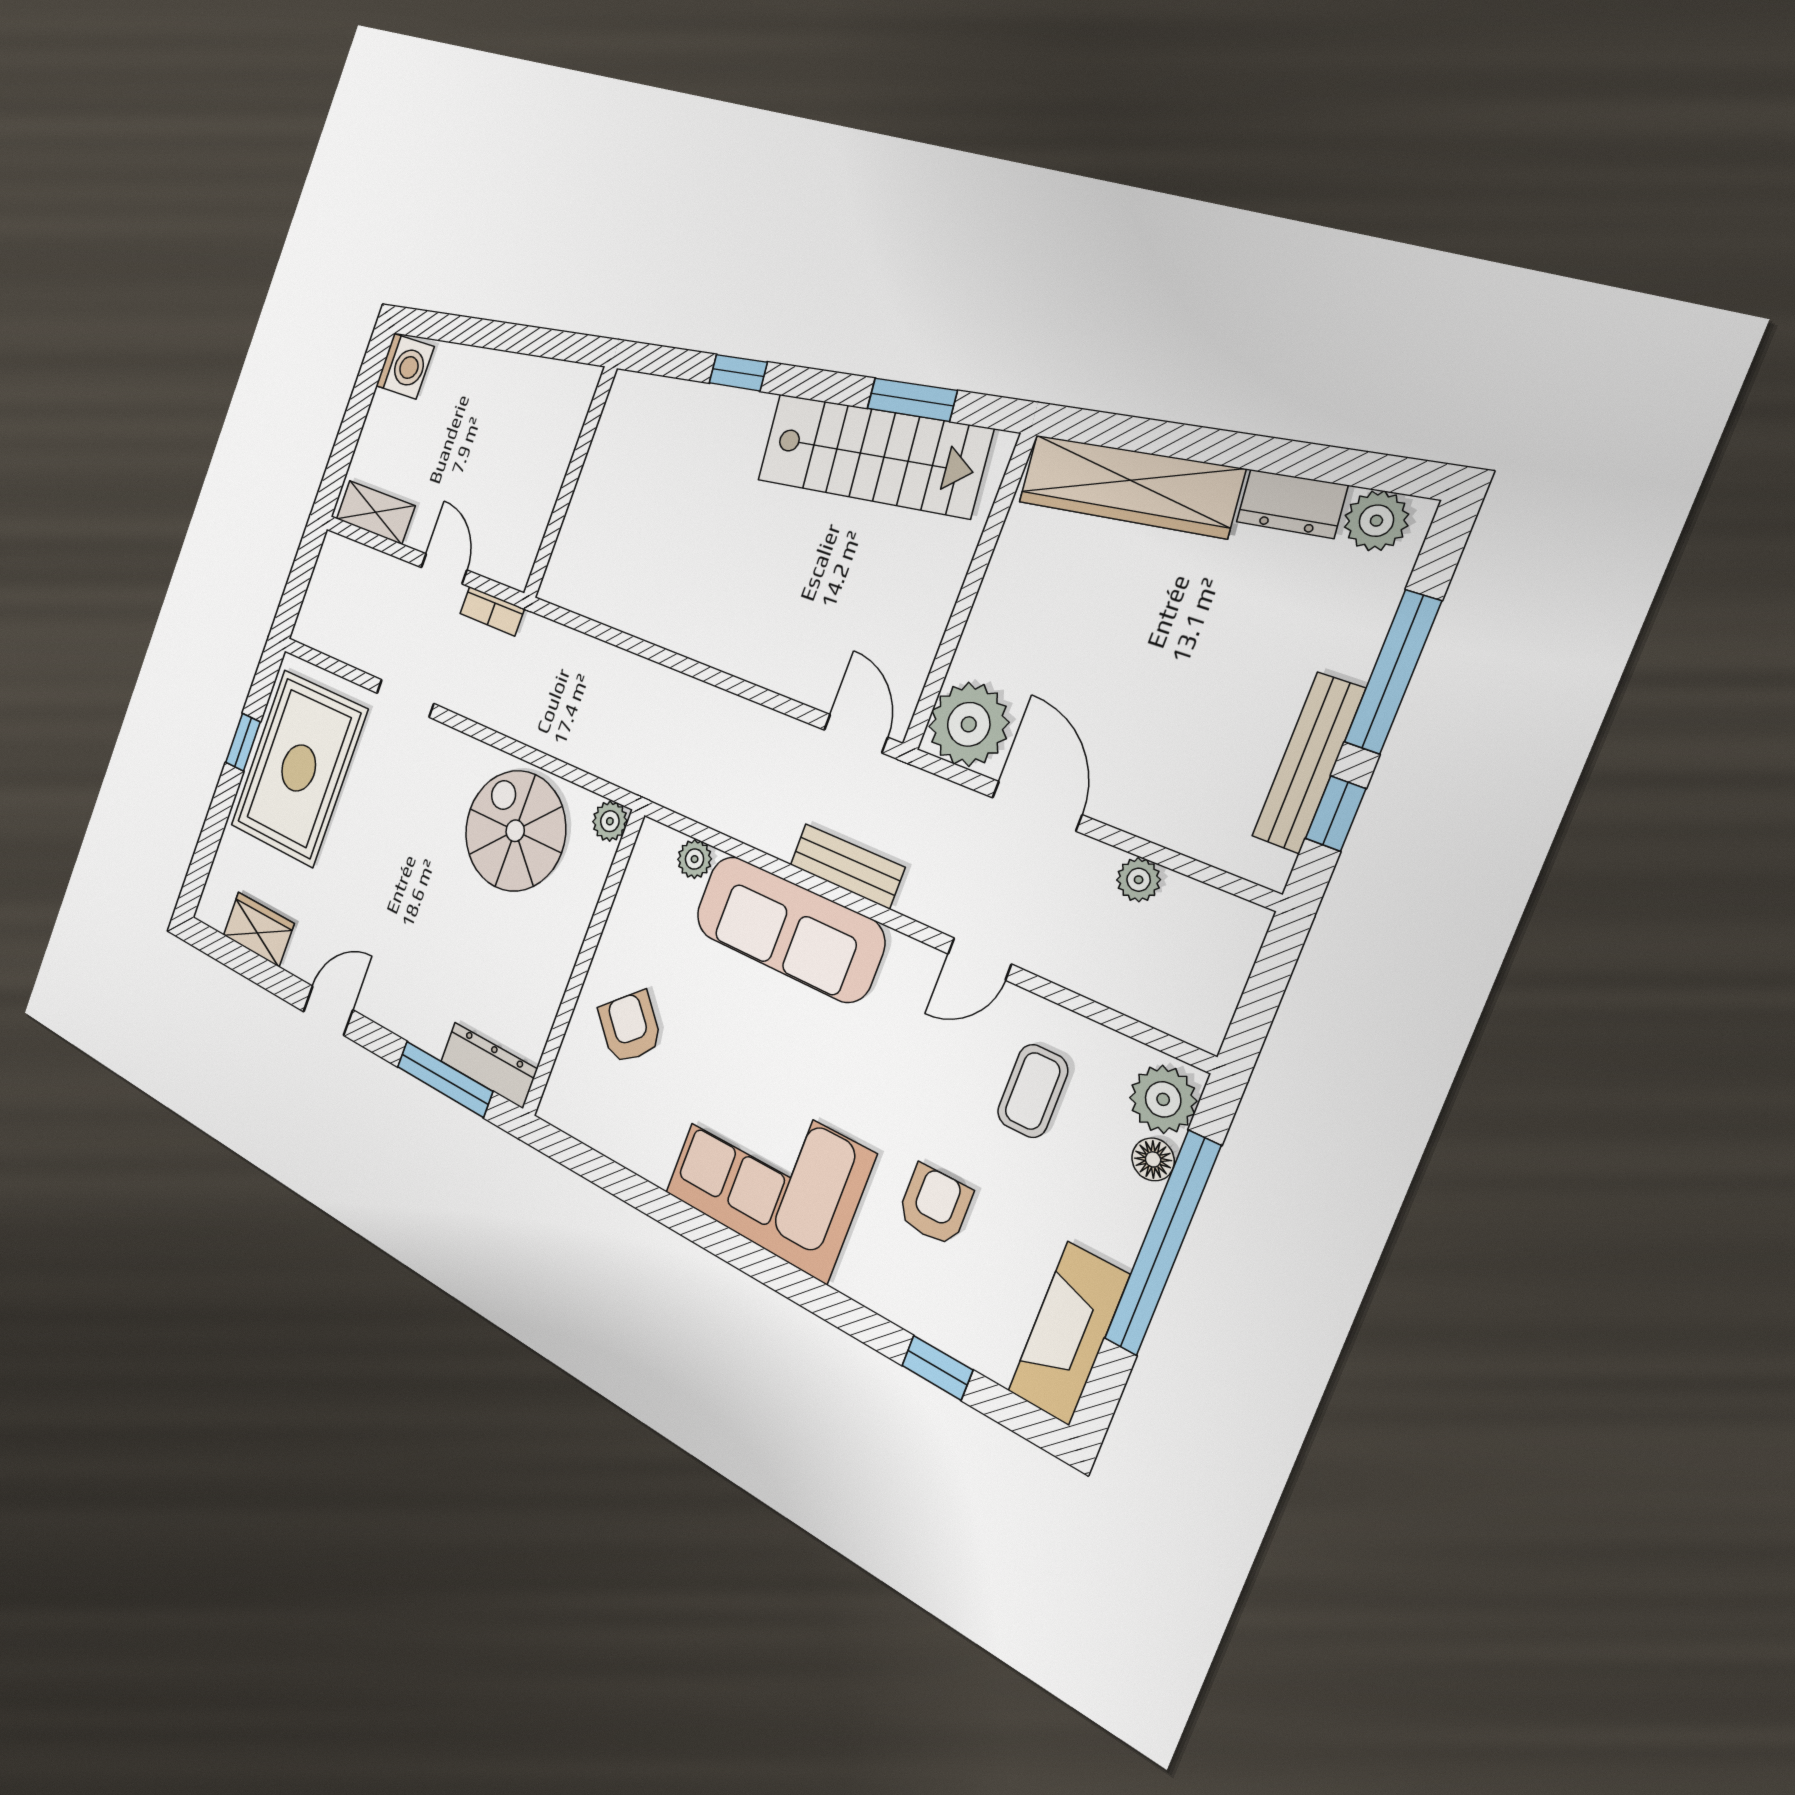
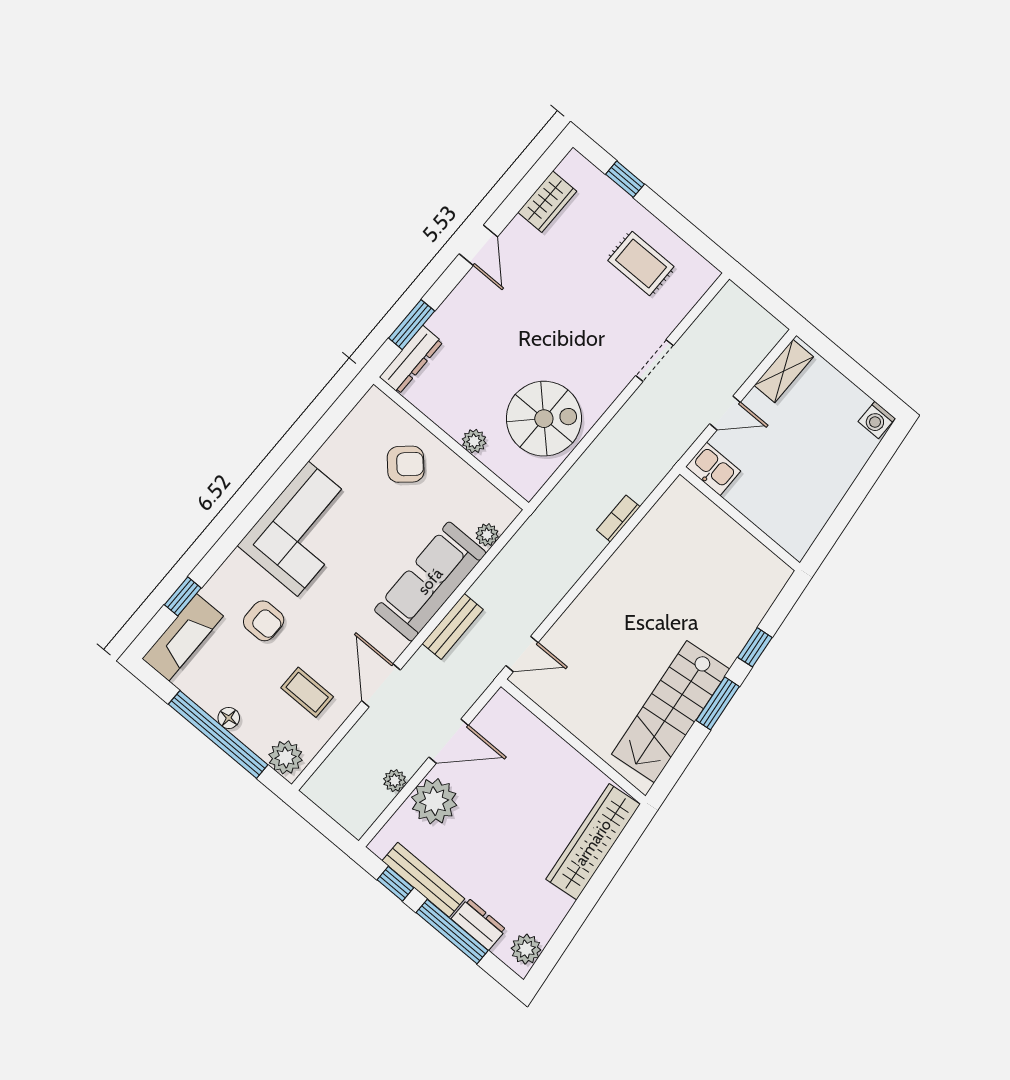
washing machine: (405, 366) -> (877, 420), width x0.73, depth x0.73
window: (912, 400) -> (718, 703), moved
dresser: (1292, 504) -> (479, 924), moved, turned 97
kitchen sink: (517, 552) -> (713, 469), added
bookcase: (492, 611) -> (618, 518), moved
plant: (969, 724) -> (434, 801), moved
window: (243, 742) -> (625, 179), moved
rug: (299, 768) -> (641, 263), width x0.54, depth x0.49
plant: (610, 821) -> (474, 441), moved
door: (979, 959) -> (381, 685), width x1.37
window: (445, 1079) -> (412, 325), width x0.69
floor lamp: (1153, 1159) -> (229, 718), moved
fireplace: (1069, 1333) -> (183, 637), moved, turned 90

